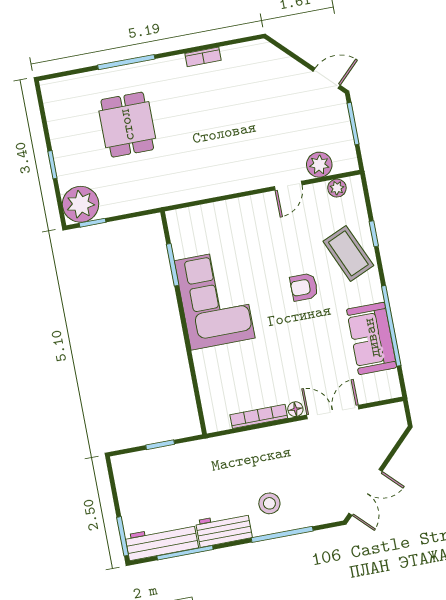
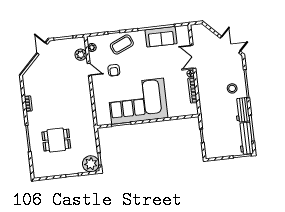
armchair: (304, 287) -> (114, 70), moved
corner sofa: (215, 299) -> (138, 101), width x1.36, depth x1.36

